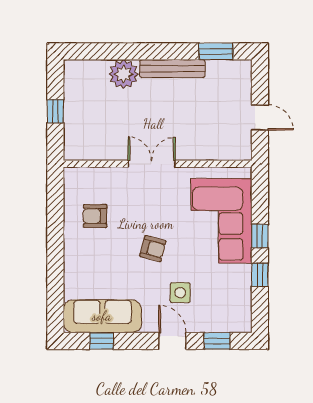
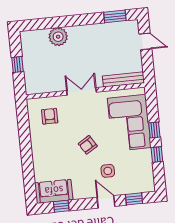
bench: (172, 69) -> (123, 79), moved
door: (260, 117) -> (145, 41), moved
armchair: (95, 216) -> (50, 116), moved, turned 90
armchair: (153, 249) -> (88, 145), turned 133
sofa: (102, 316) -> (54, 191), width x0.73

